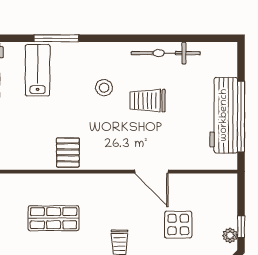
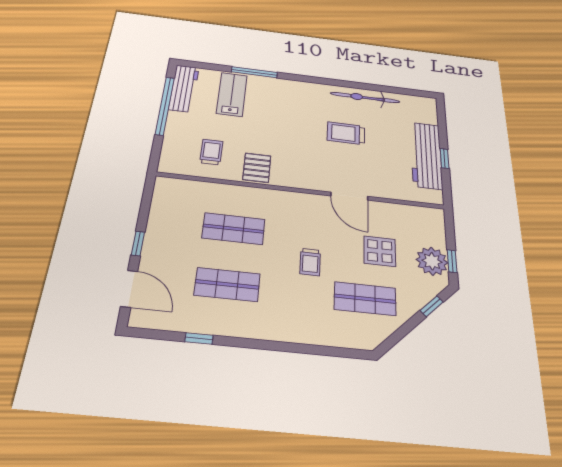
stool: (104, 88) -> (301, 117), removed
window: (241, 117) -> (445, 158), width x0.32
trolley: (26, 141) -> (211, 152), added
plant: (230, 235) -> (432, 261), width x1.88, depth x1.88

